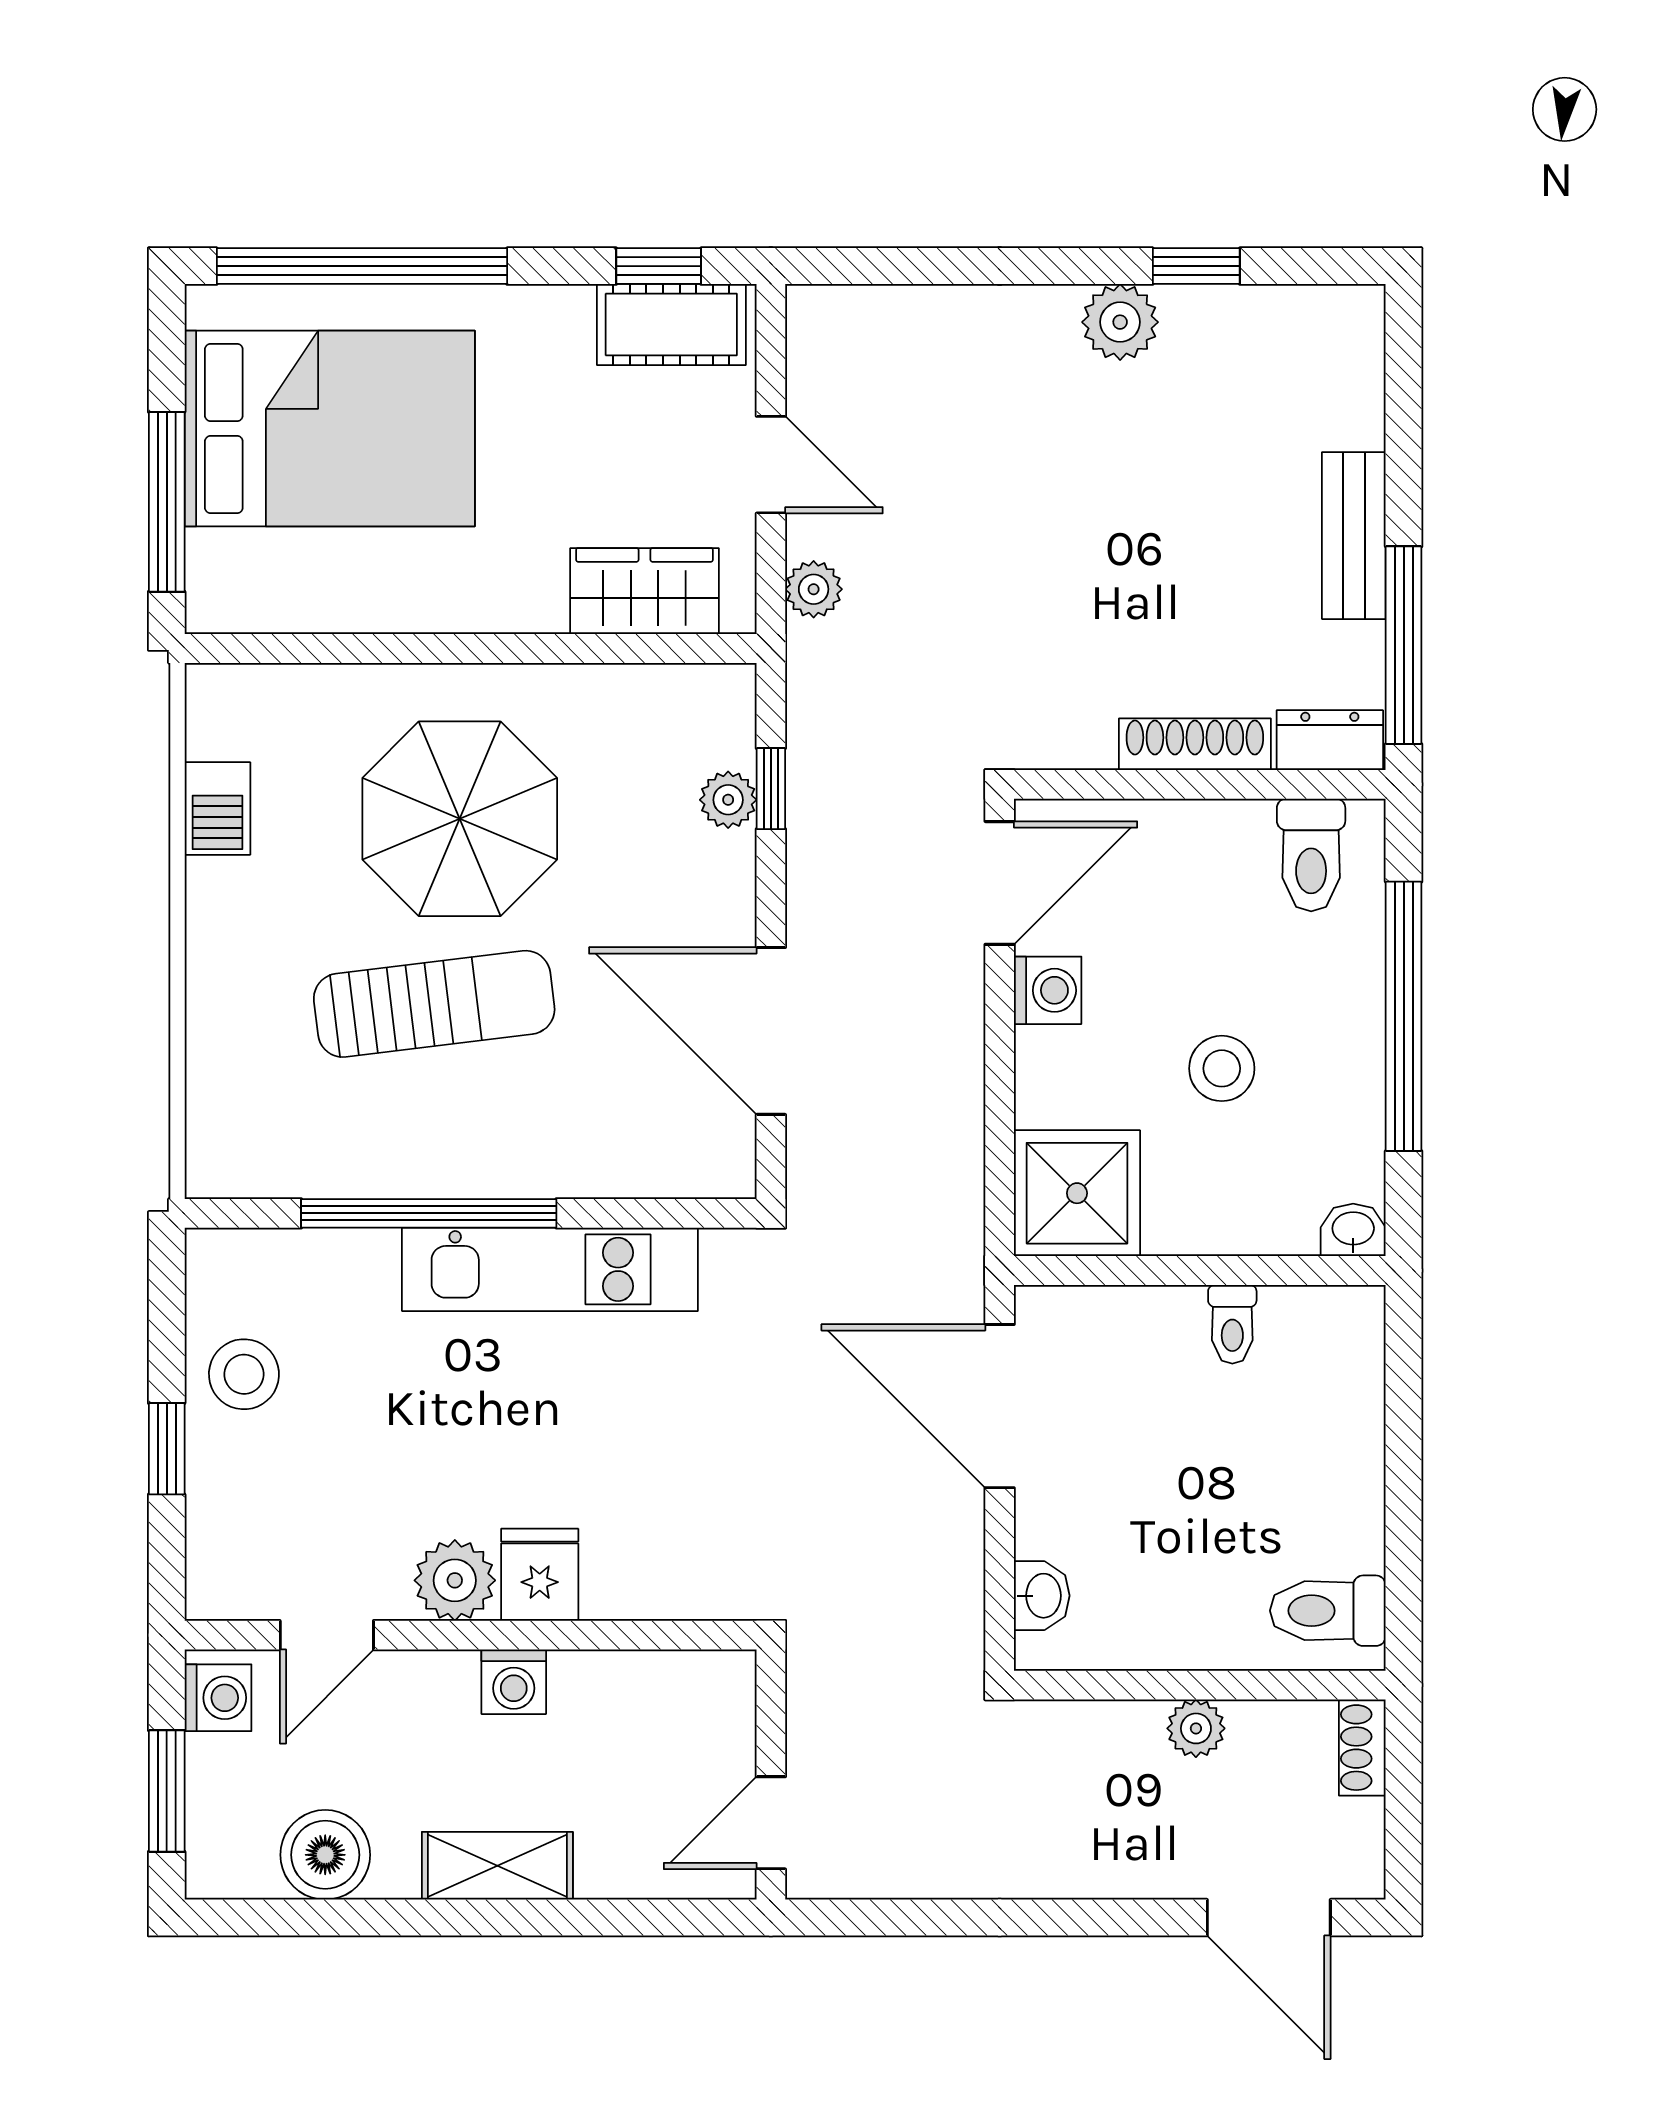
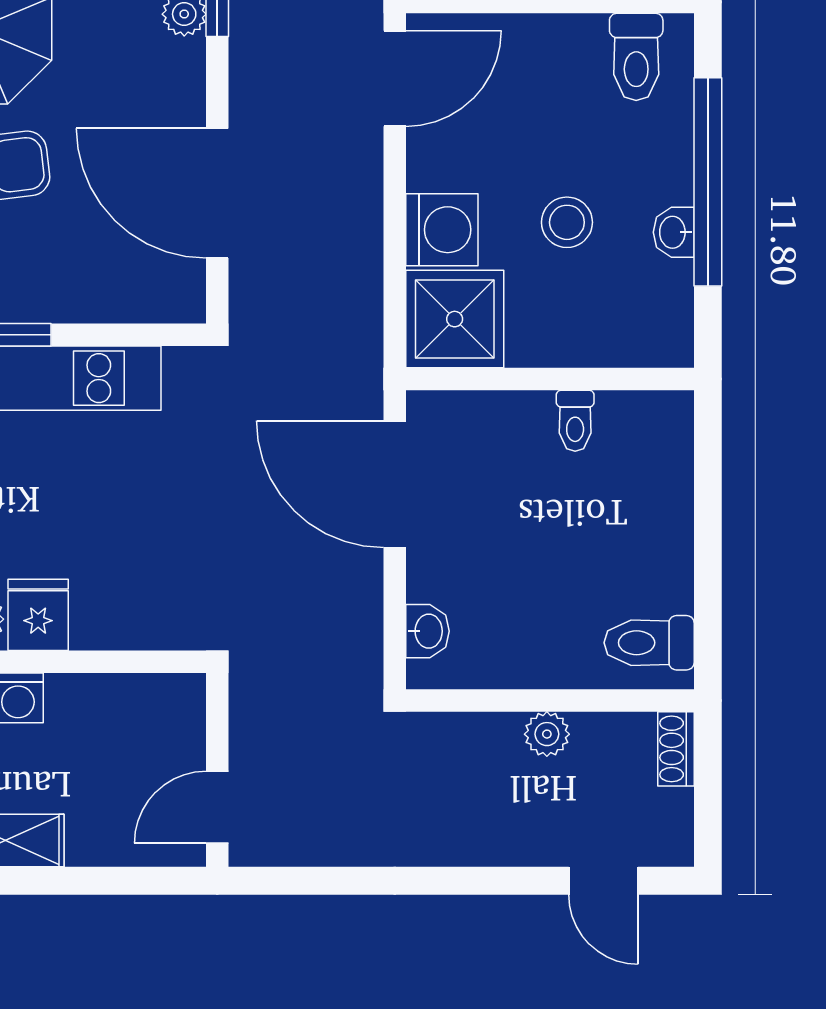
washing machine: (1048, 990) -> (442, 230), moved, width x1.38, depth x1.38
washbasin: (1353, 1230) -> (674, 232), moved, turned -90
door: (1269, 1918) -> (603, 881), width x0.73

